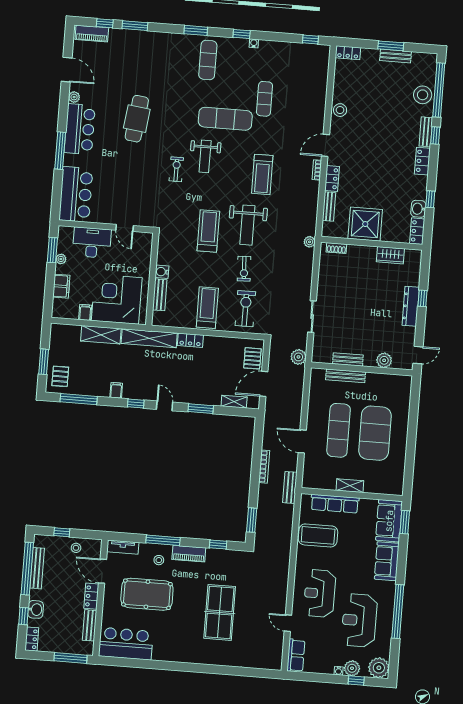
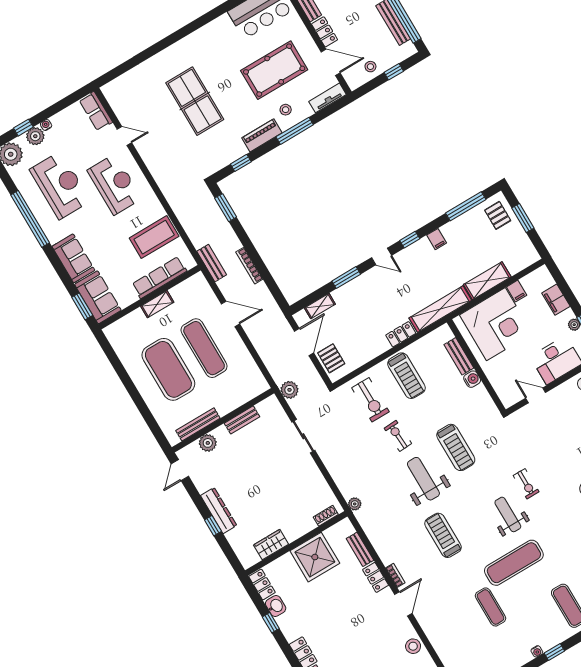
bench: (346, 376) -> (198, 424), moved

